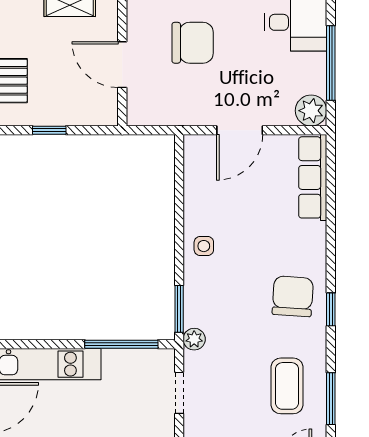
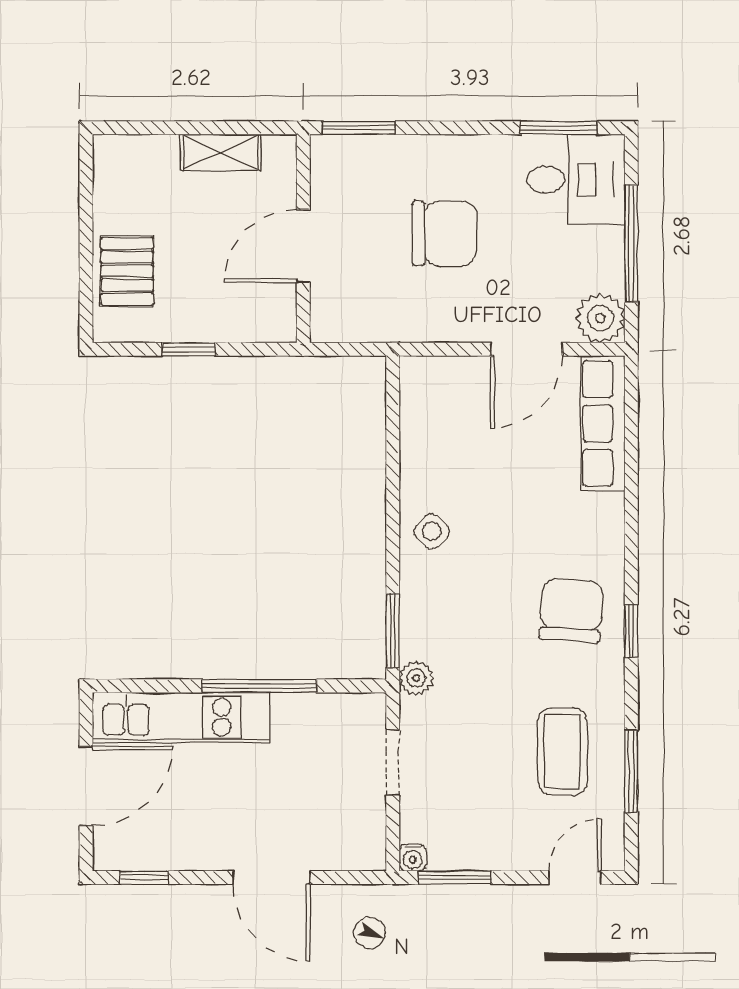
chair: (193, 43) -> (444, 233), moved
door: (122, 65) -> (303, 246), hinge flipped
door: (240, 130) -> (526, 349), moved
side table: (204, 246) -> (432, 531), turned 45
window: (121, 344) -> (259, 686), moved

